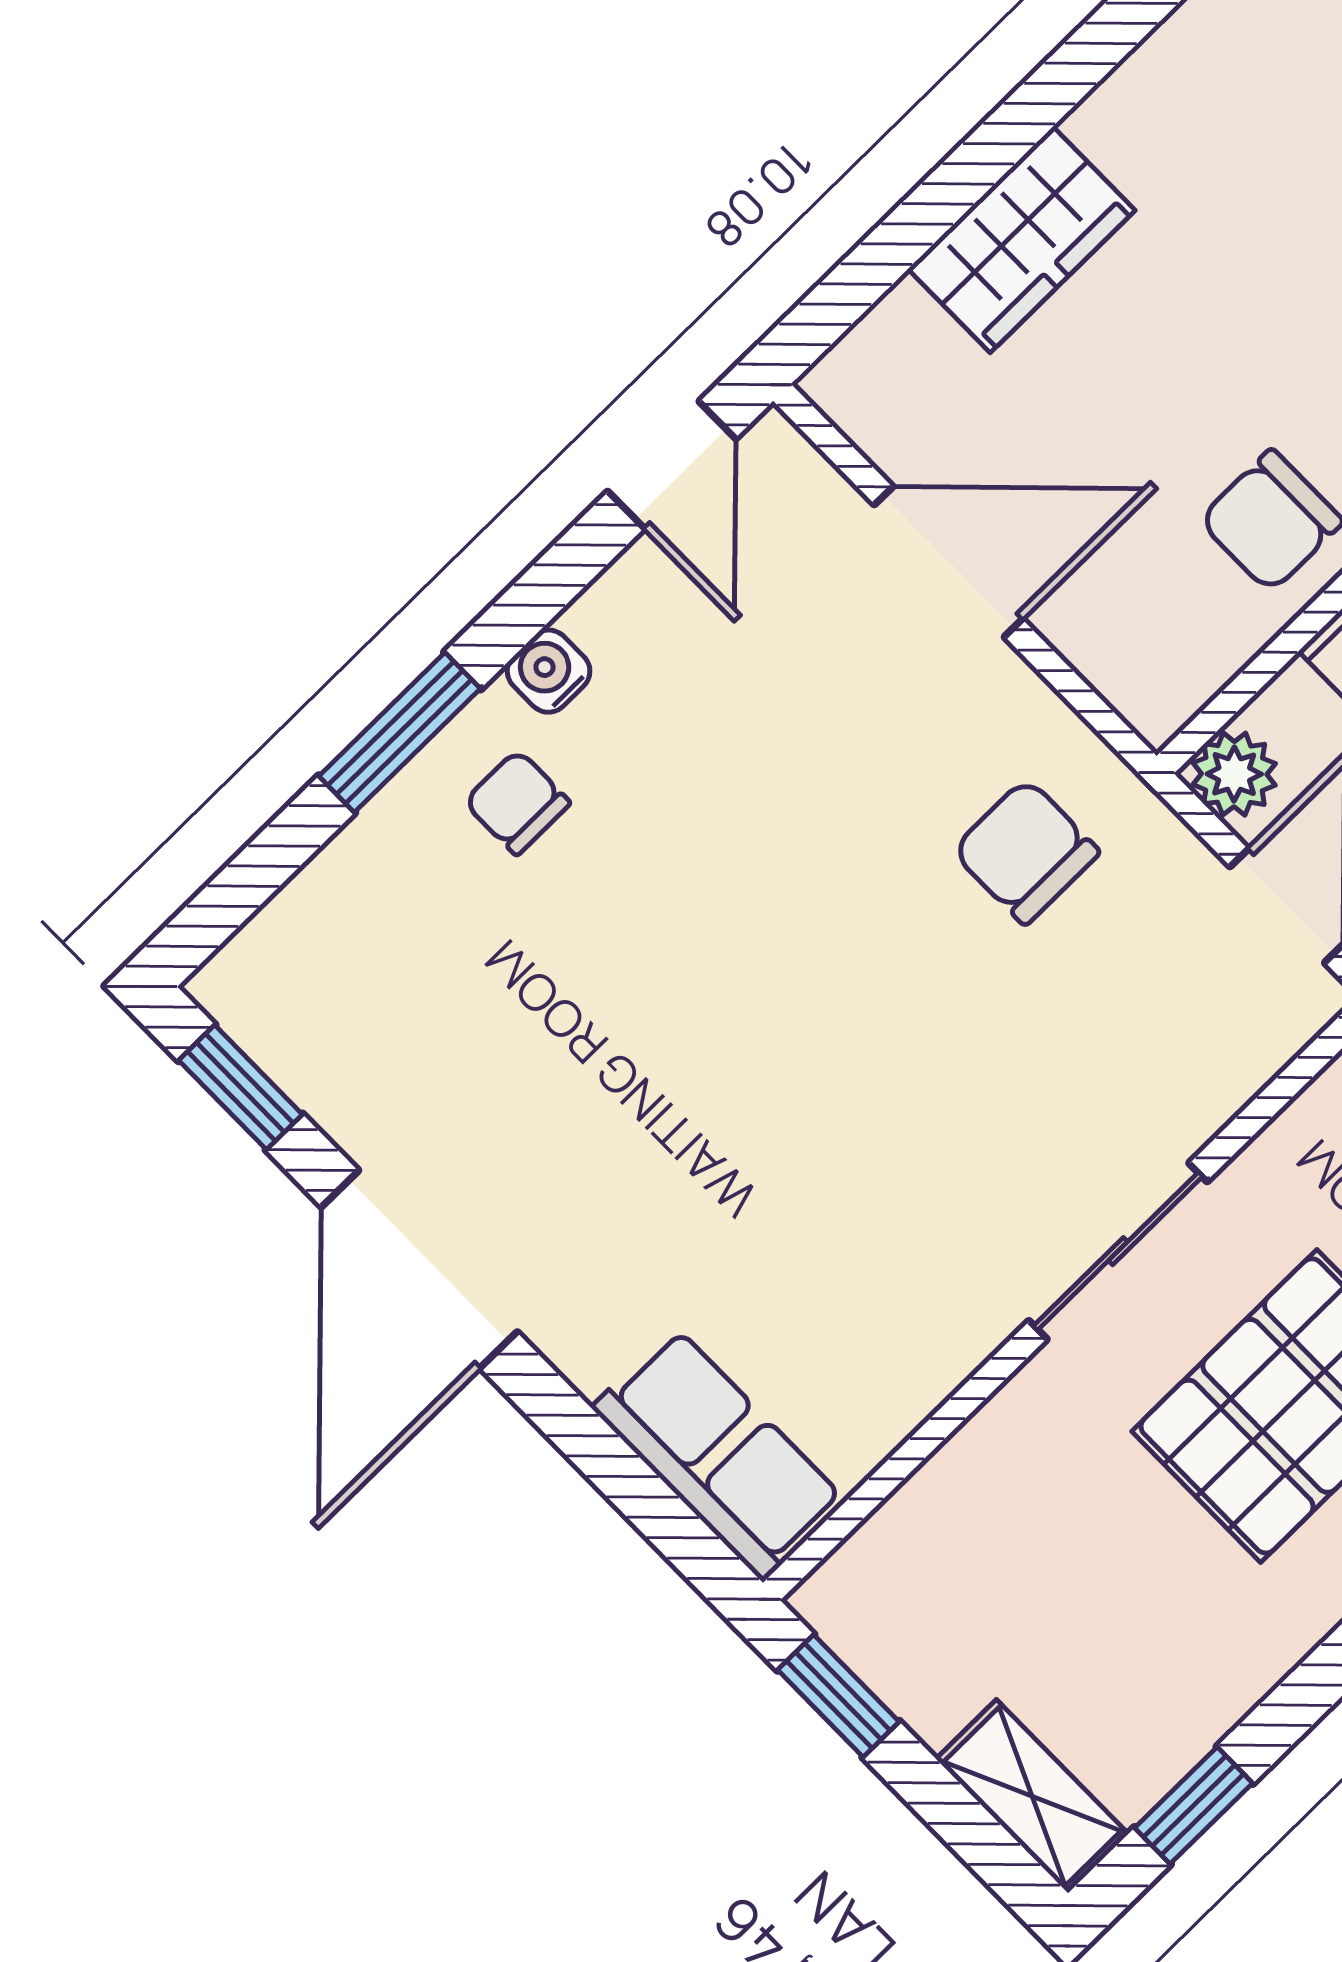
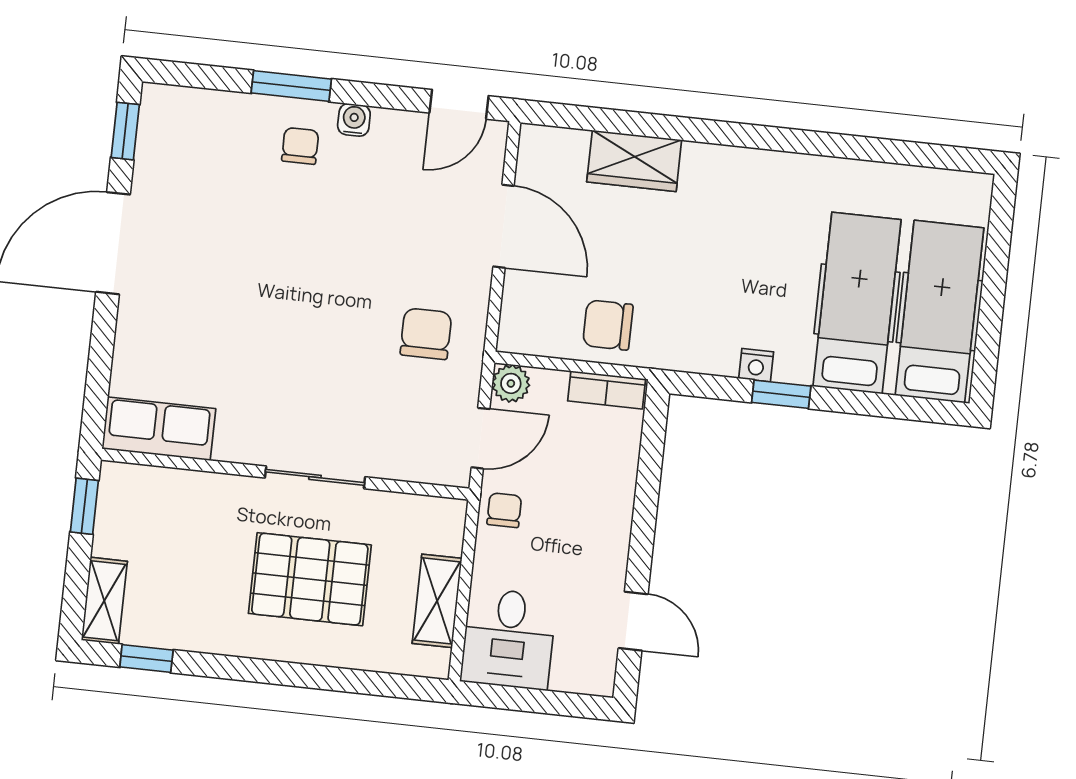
row of seats: (719, 1454) -> (159, 429), moved, turned -90

